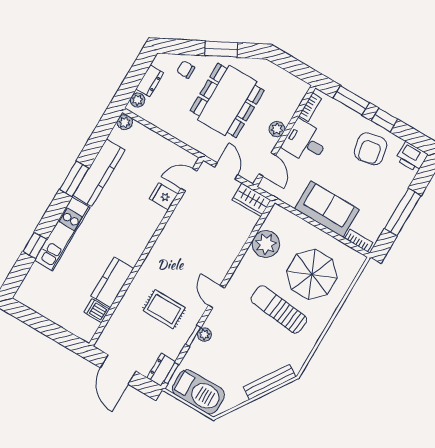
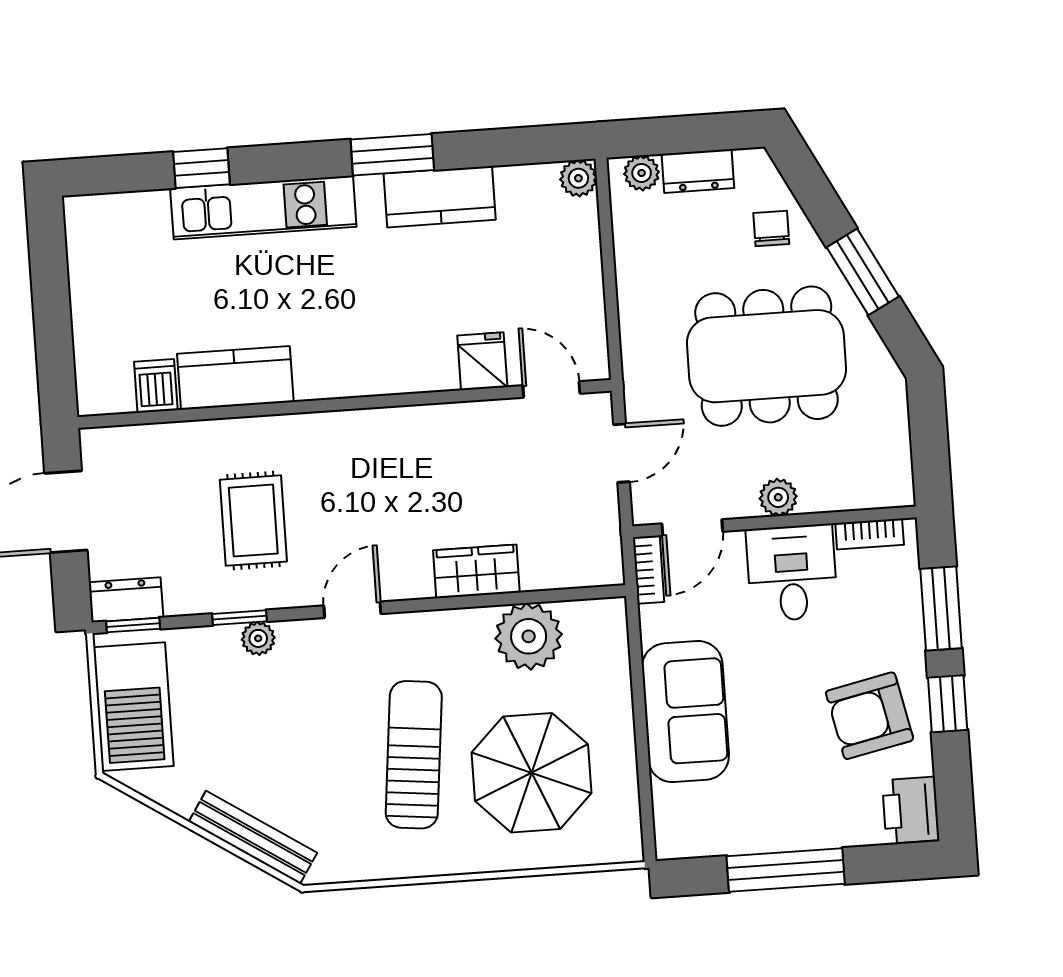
kitchen counter: (99, 173) -> (440, 197), width x0.67
wardrobe: (252, 200) -> (476, 571), moved, turned 90
bookcase: (358, 240) -> (649, 570), moved

